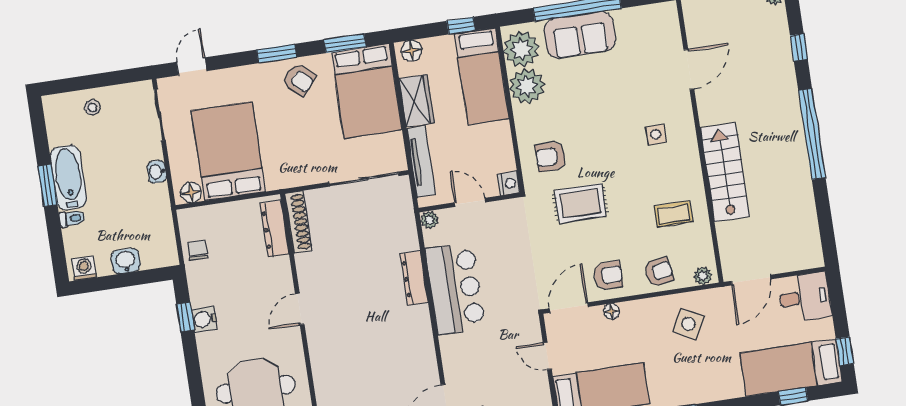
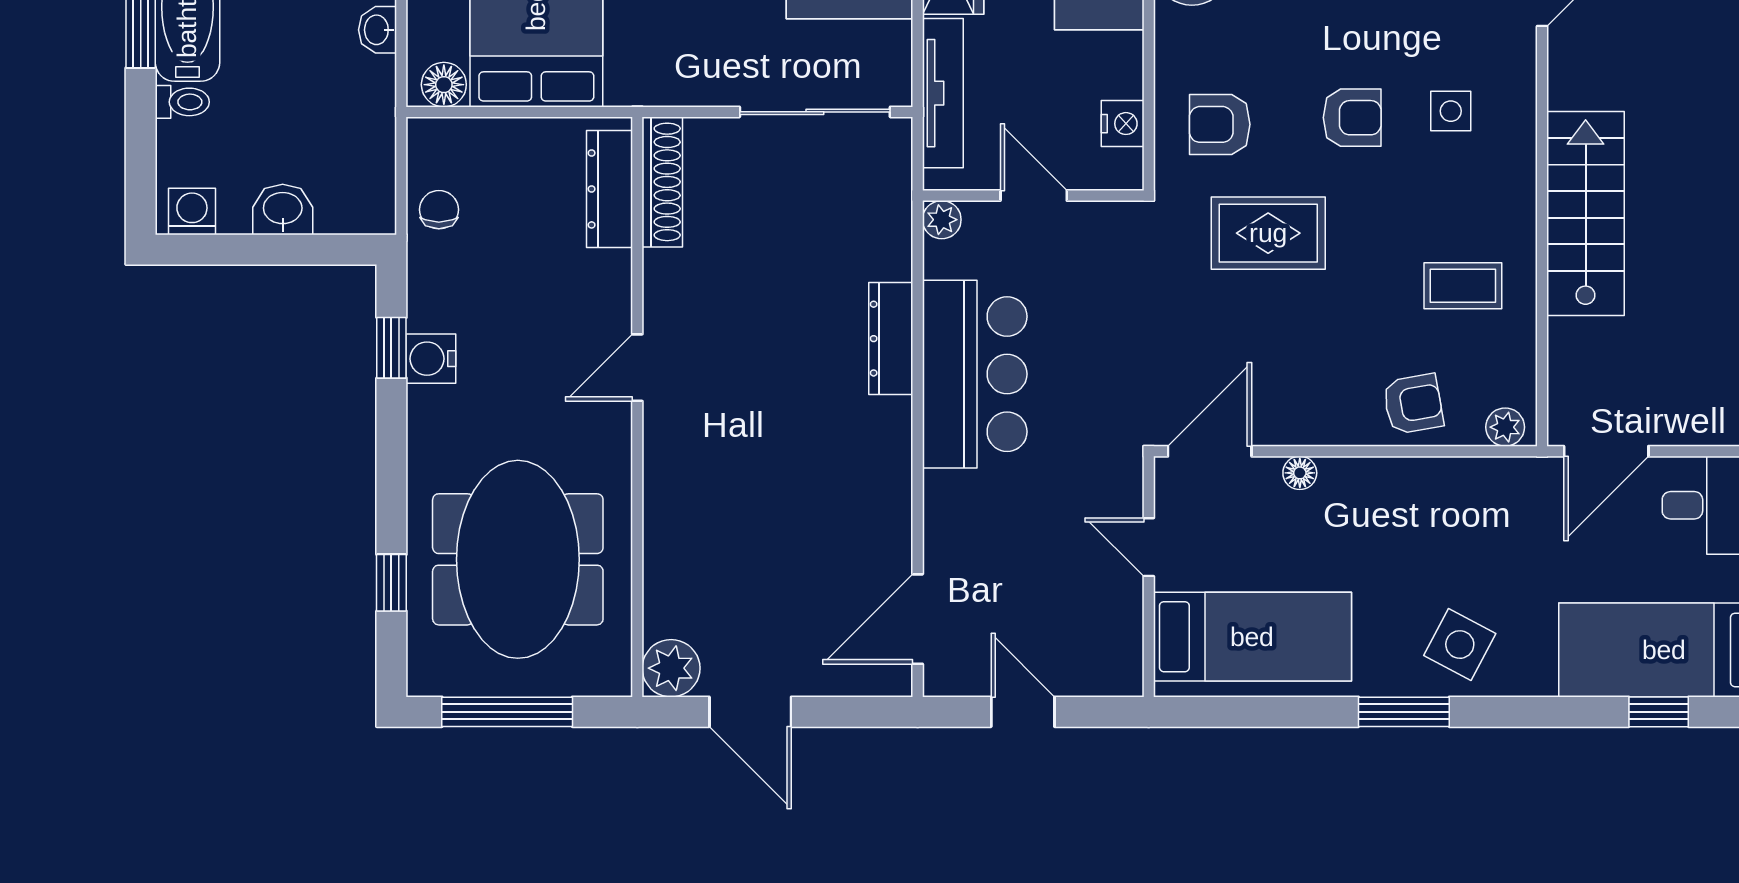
nightstand: (509, 183) -> (1123, 124), moved
armchair: (608, 275) -> (1352, 118), moved
side table: (689, 324) -> (1460, 645), moved

